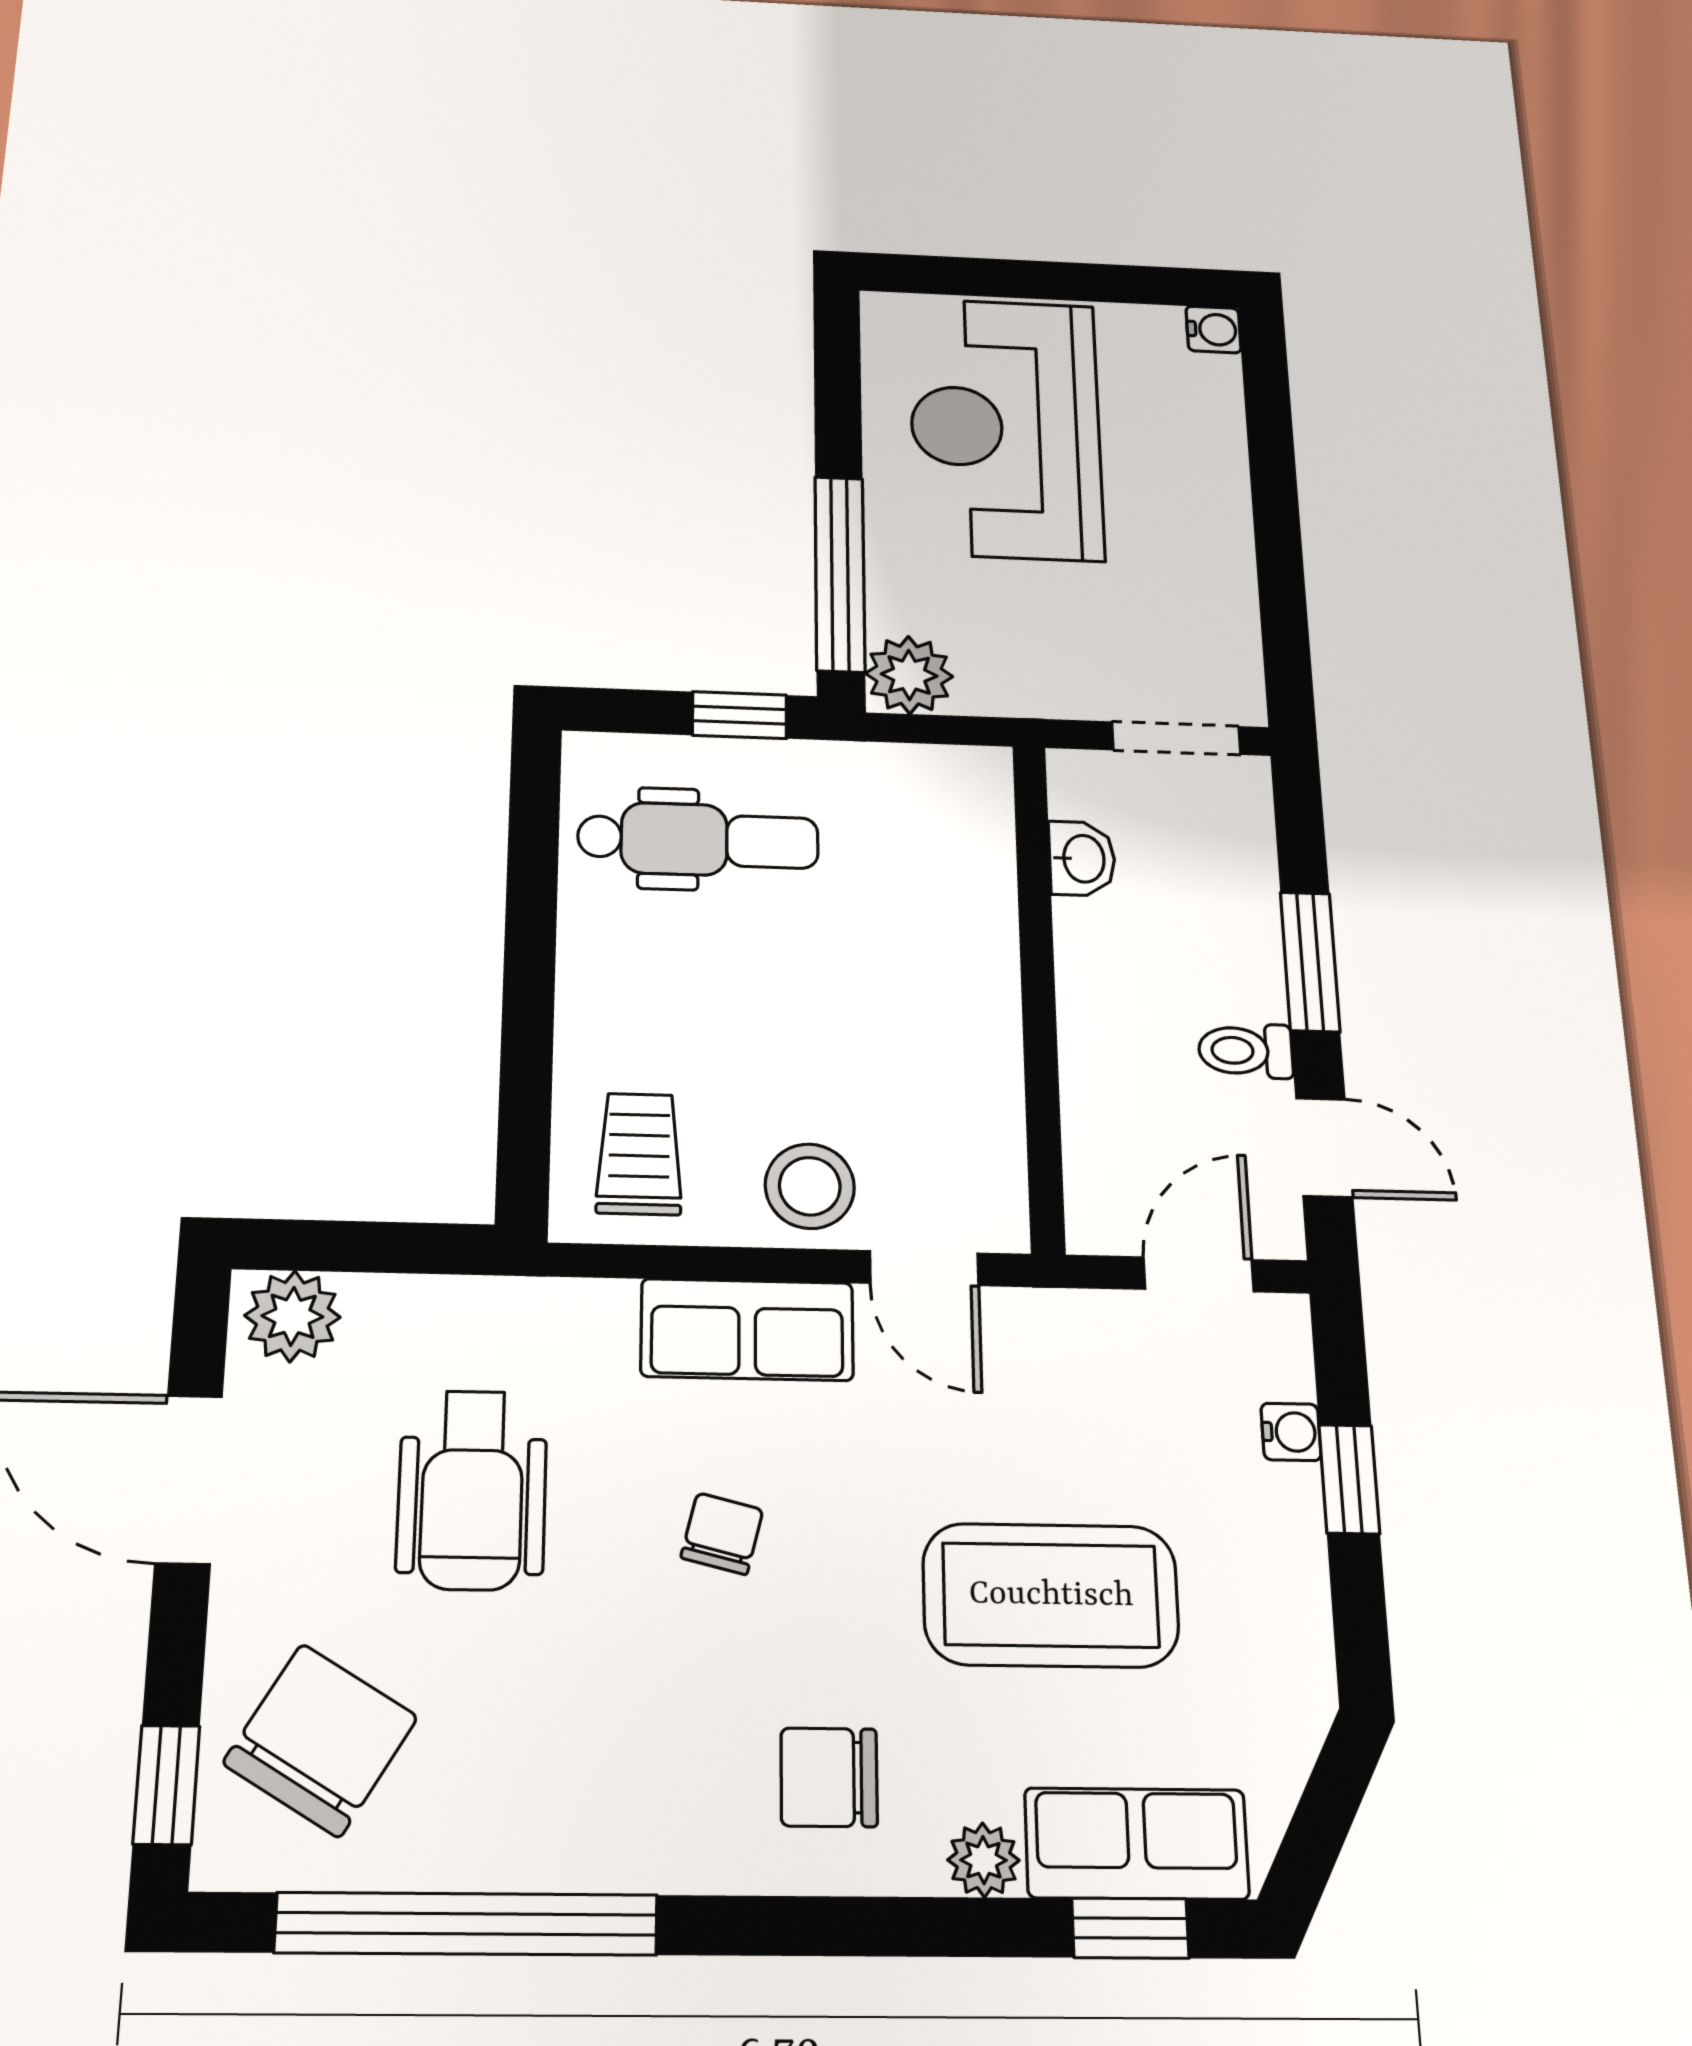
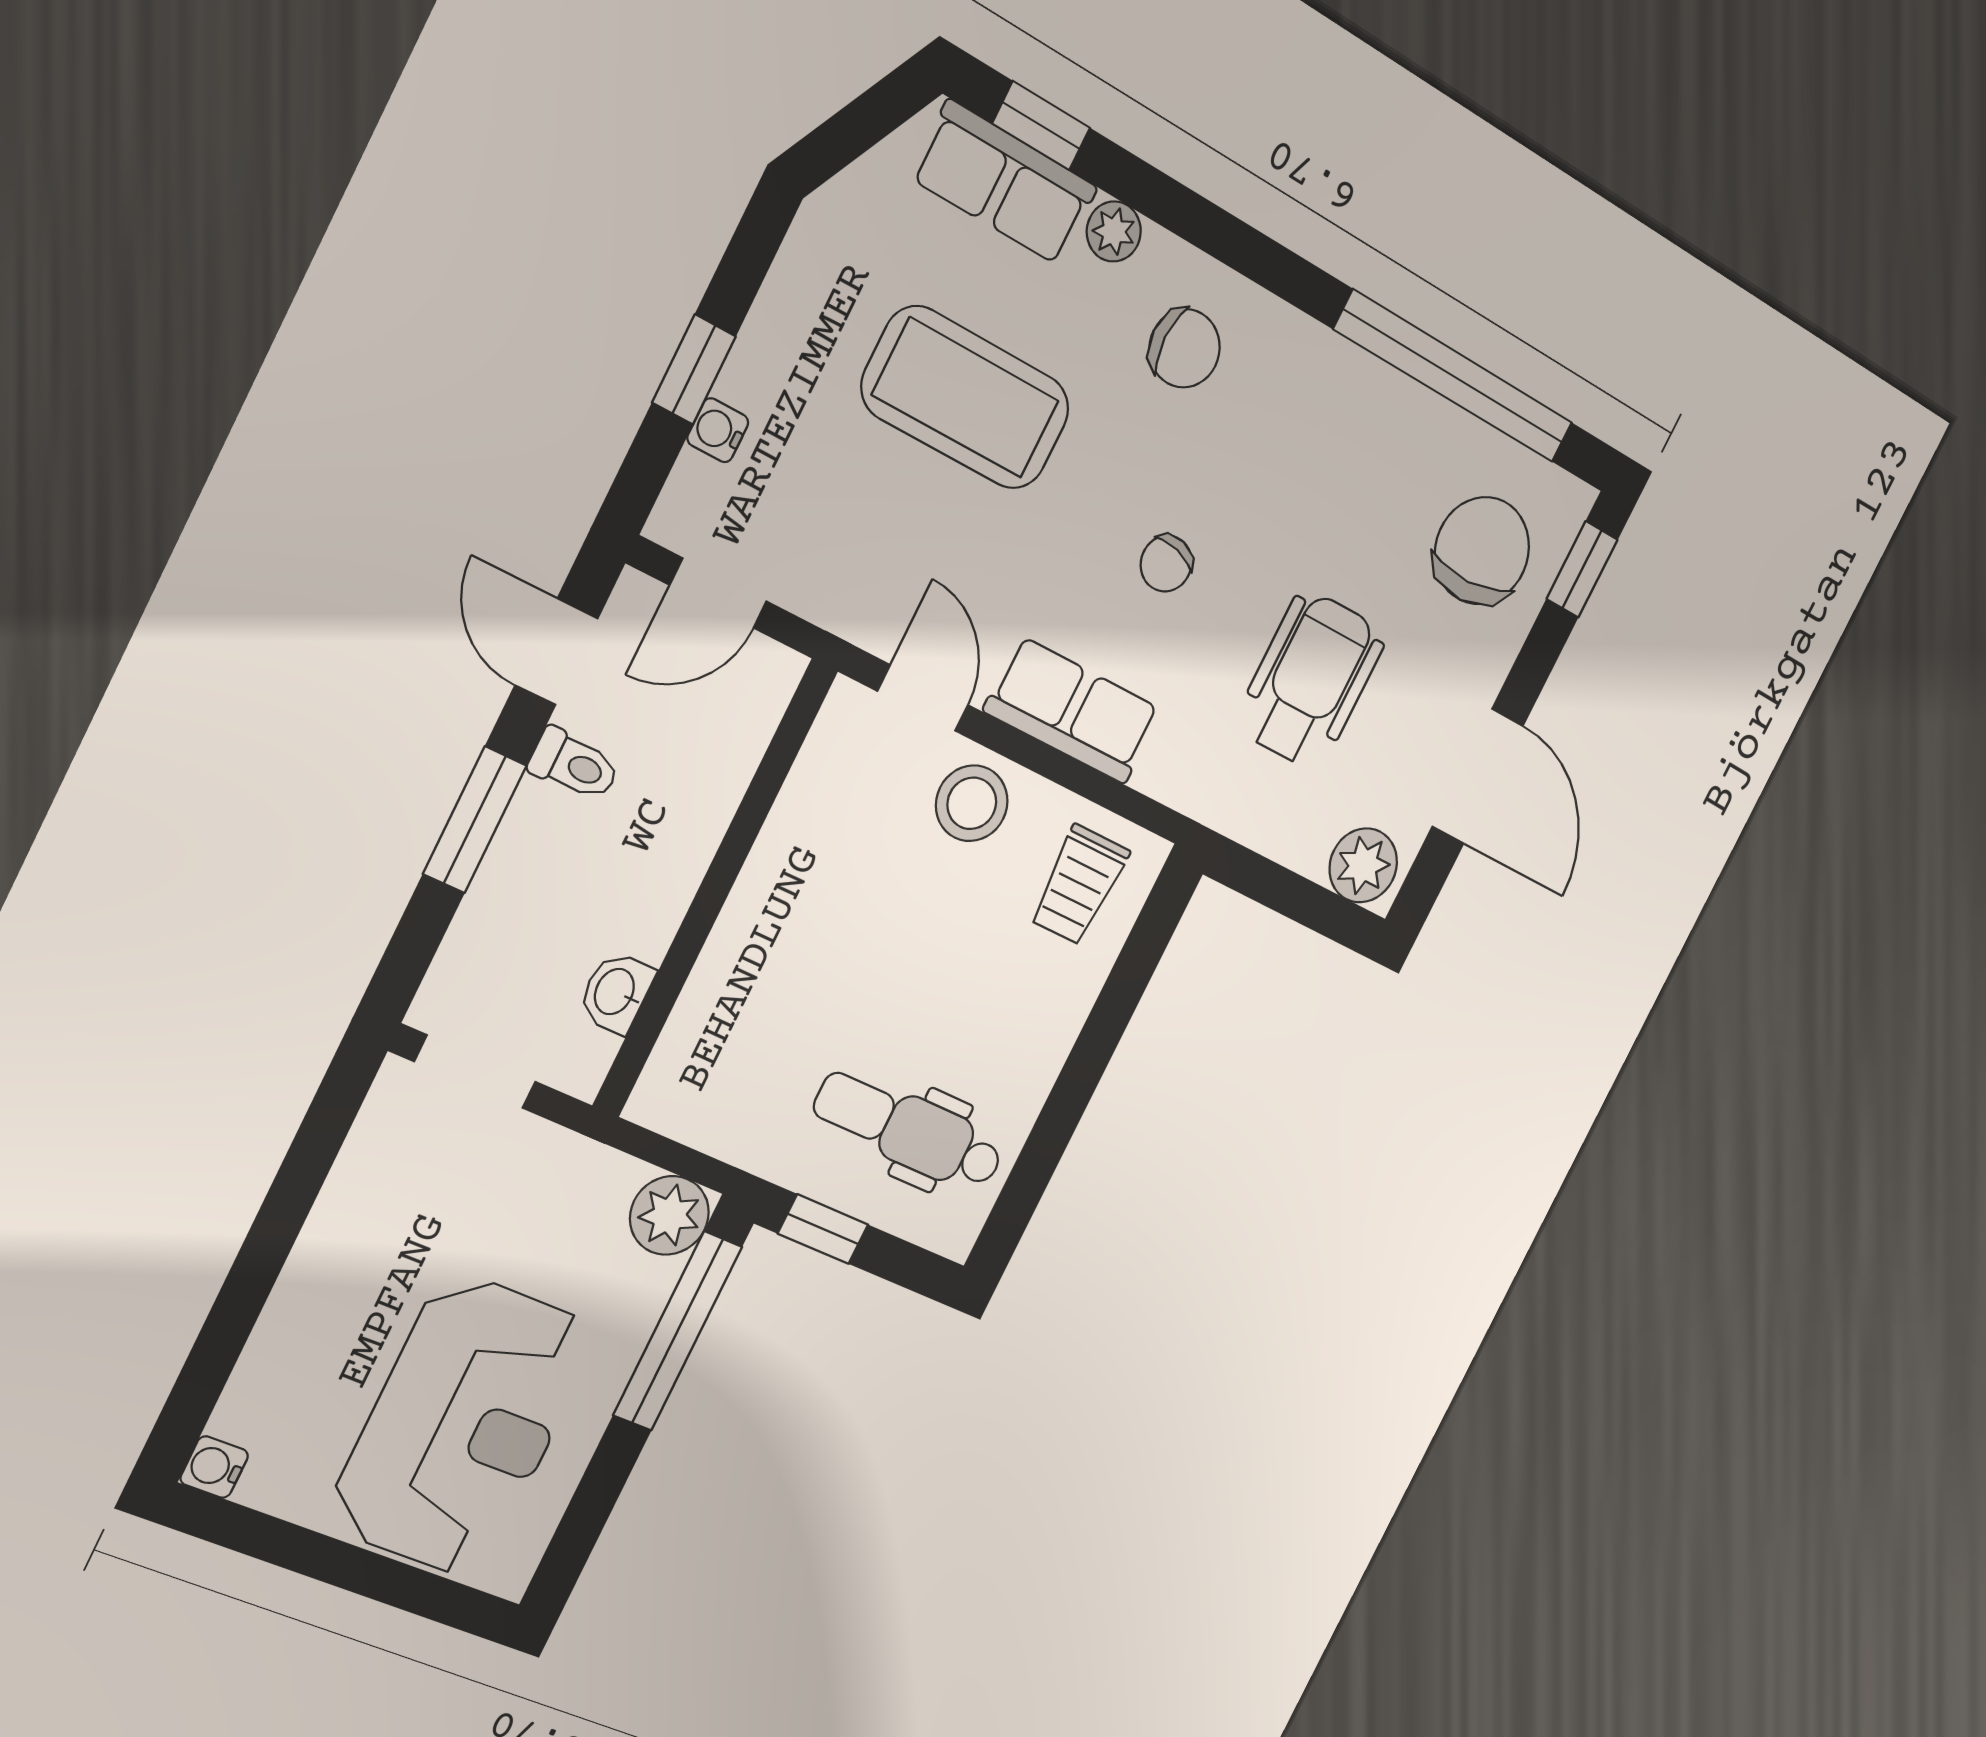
chair: (320, 1740) -> (1482, 551), turned 146

